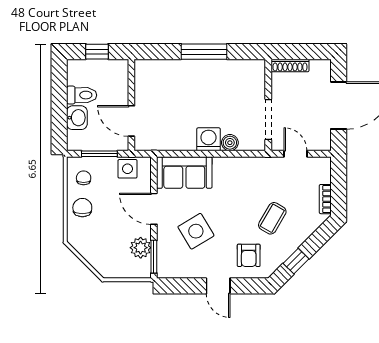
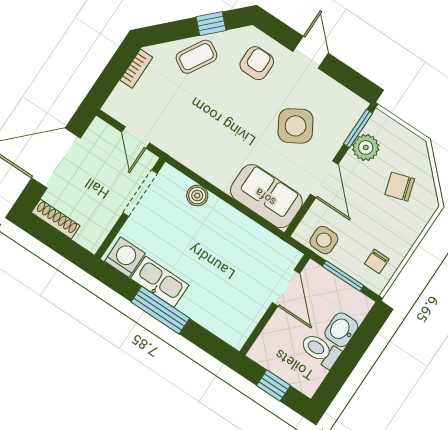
shoe rack: (290, 65) -> (56, 219), moved
kitchen sink: (217, 70) -> (160, 282), added
washing machine: (208, 139) -> (125, 257), moved, turned 180
chair: (82, 208) -> (400, 187), moved, turned 73
coffee table: (272, 218) -> (196, 57), moved

